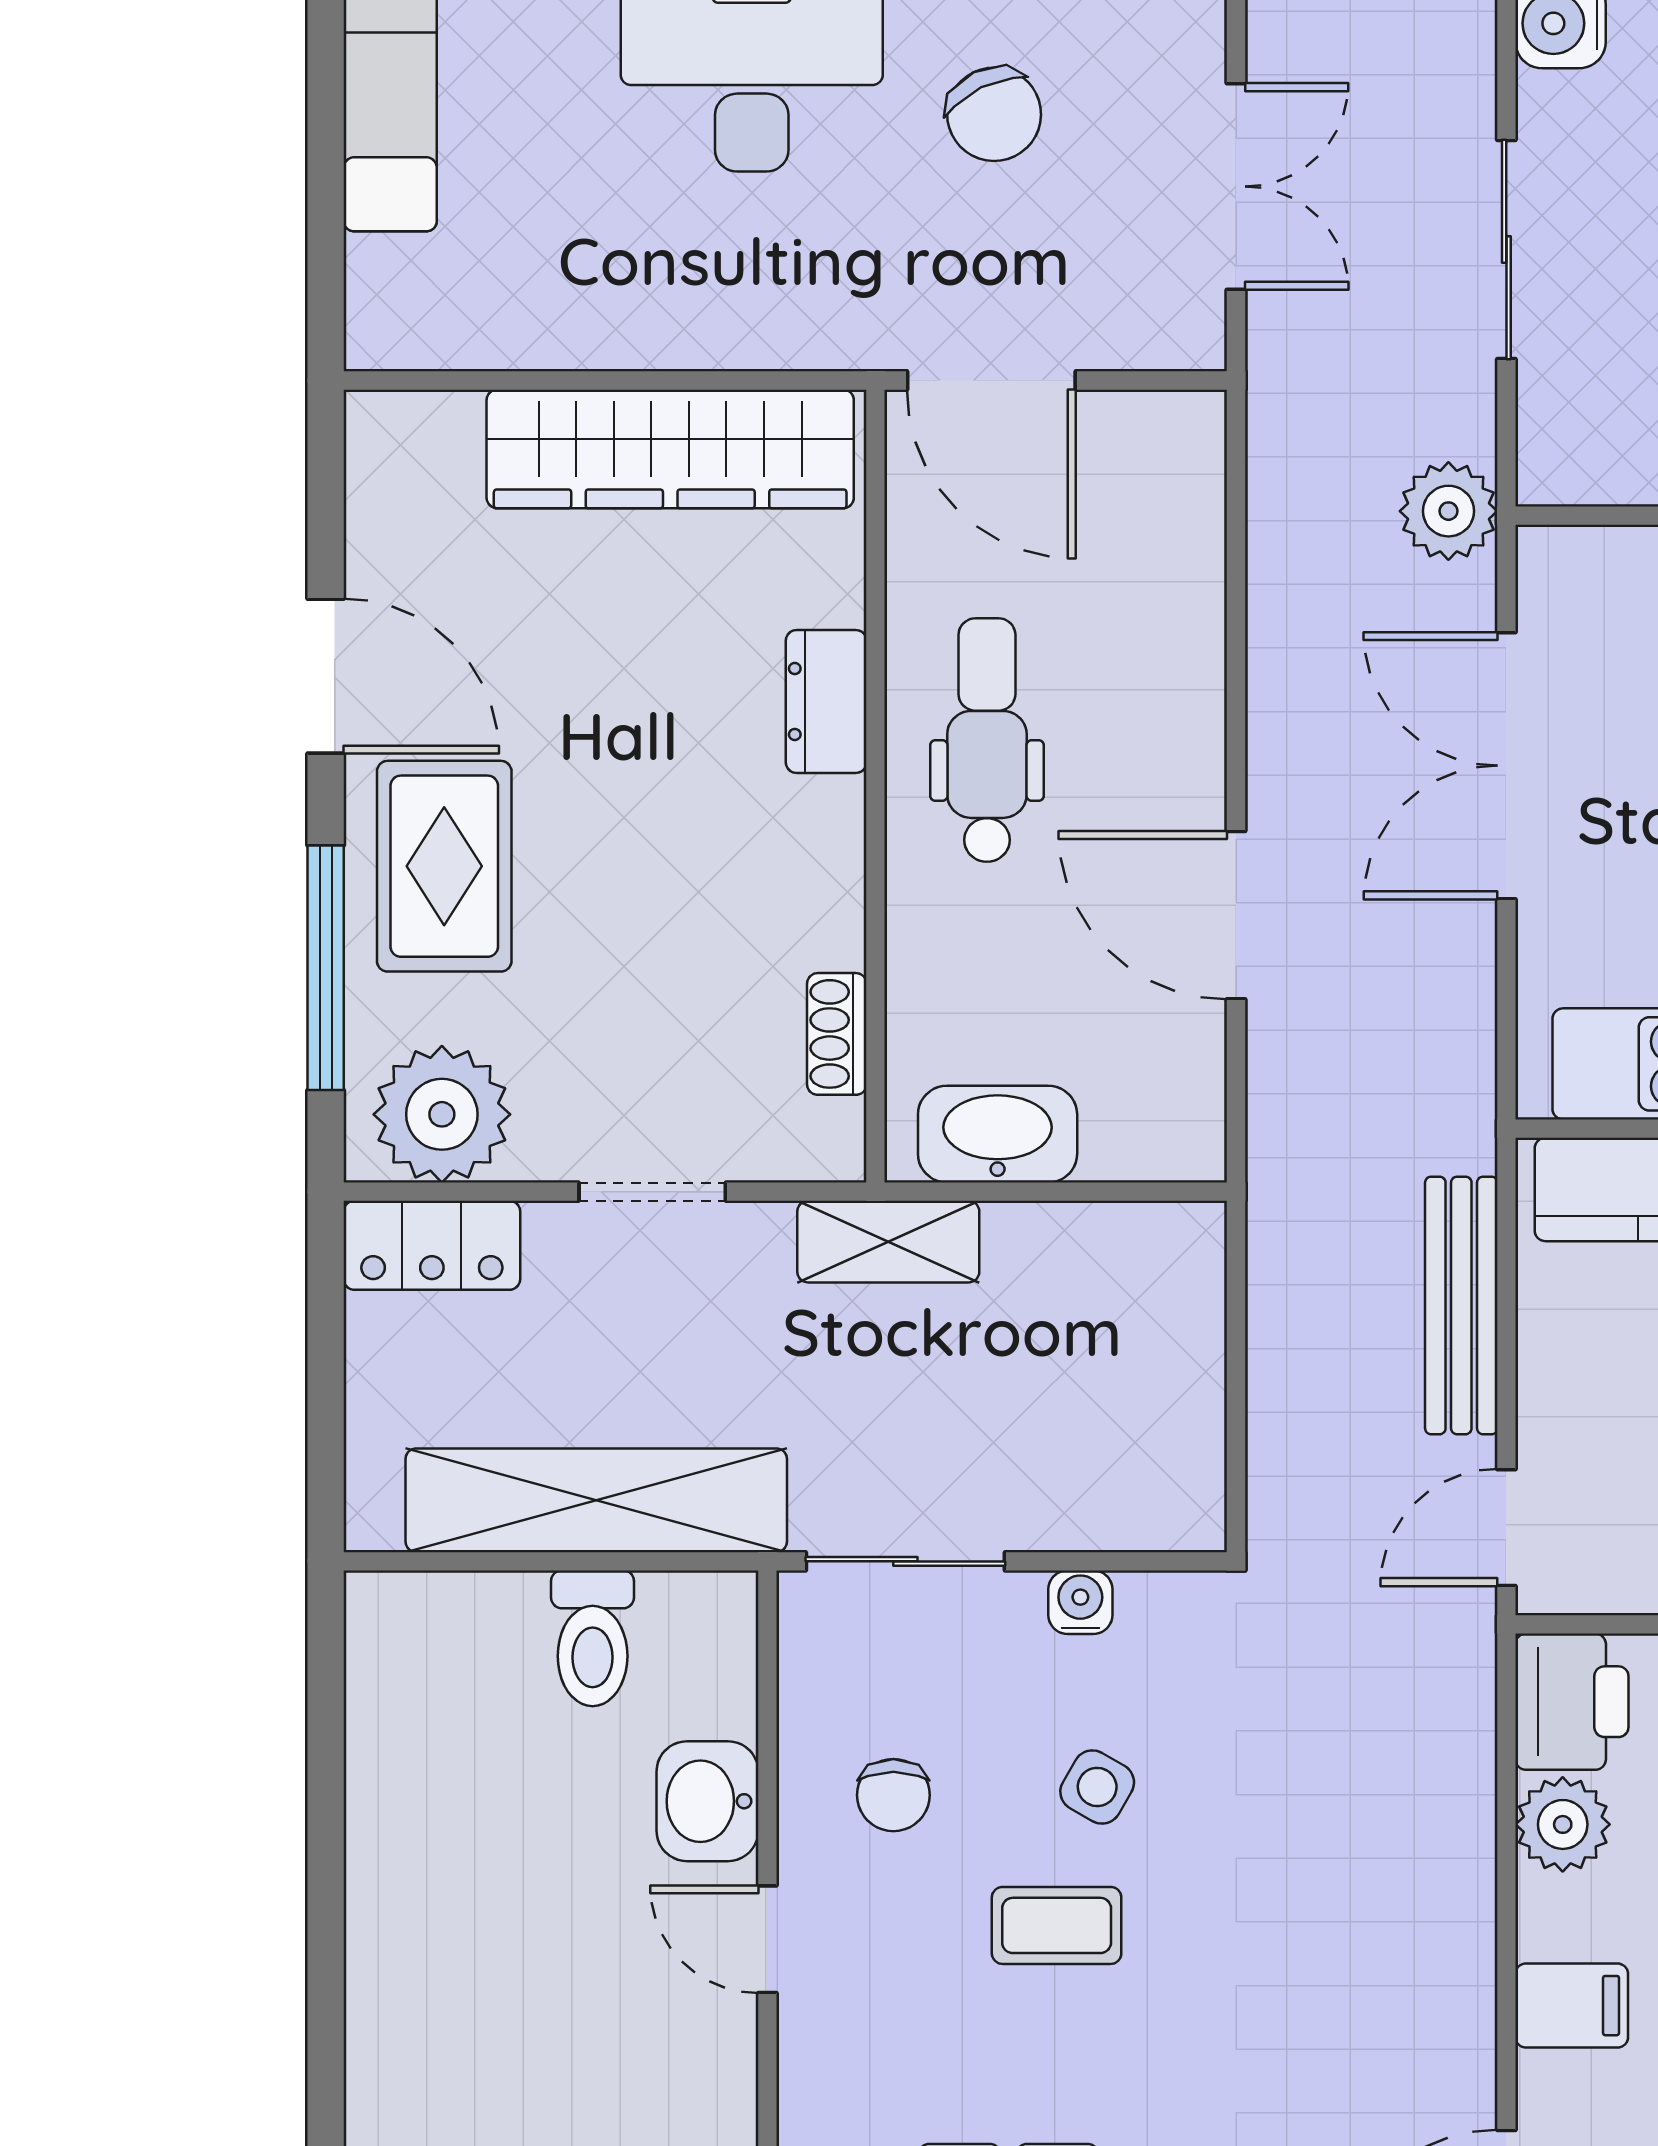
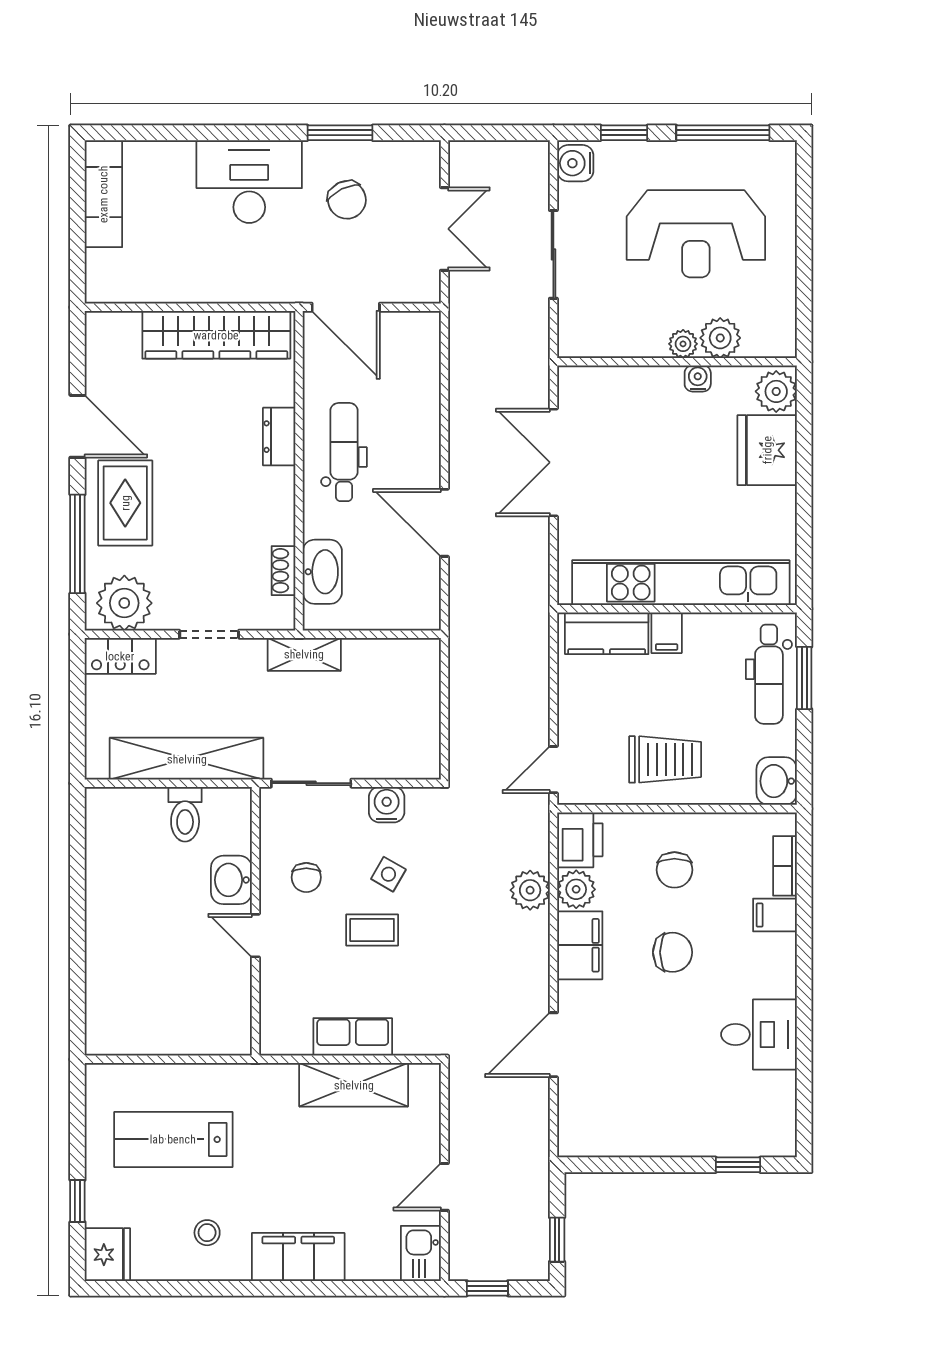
plant: (1448, 511) -> (530, 890), moved
washbasin: (998, 1134) -> (322, 572), moved, turned 90
bench: (1461, 1305) -> (535, 680), removed
water cooler: (1080, 1602) -> (387, 805), width x1.38, depth x1.38
filing cabinet: (1572, 2006) -> (580, 945), width x2.00

